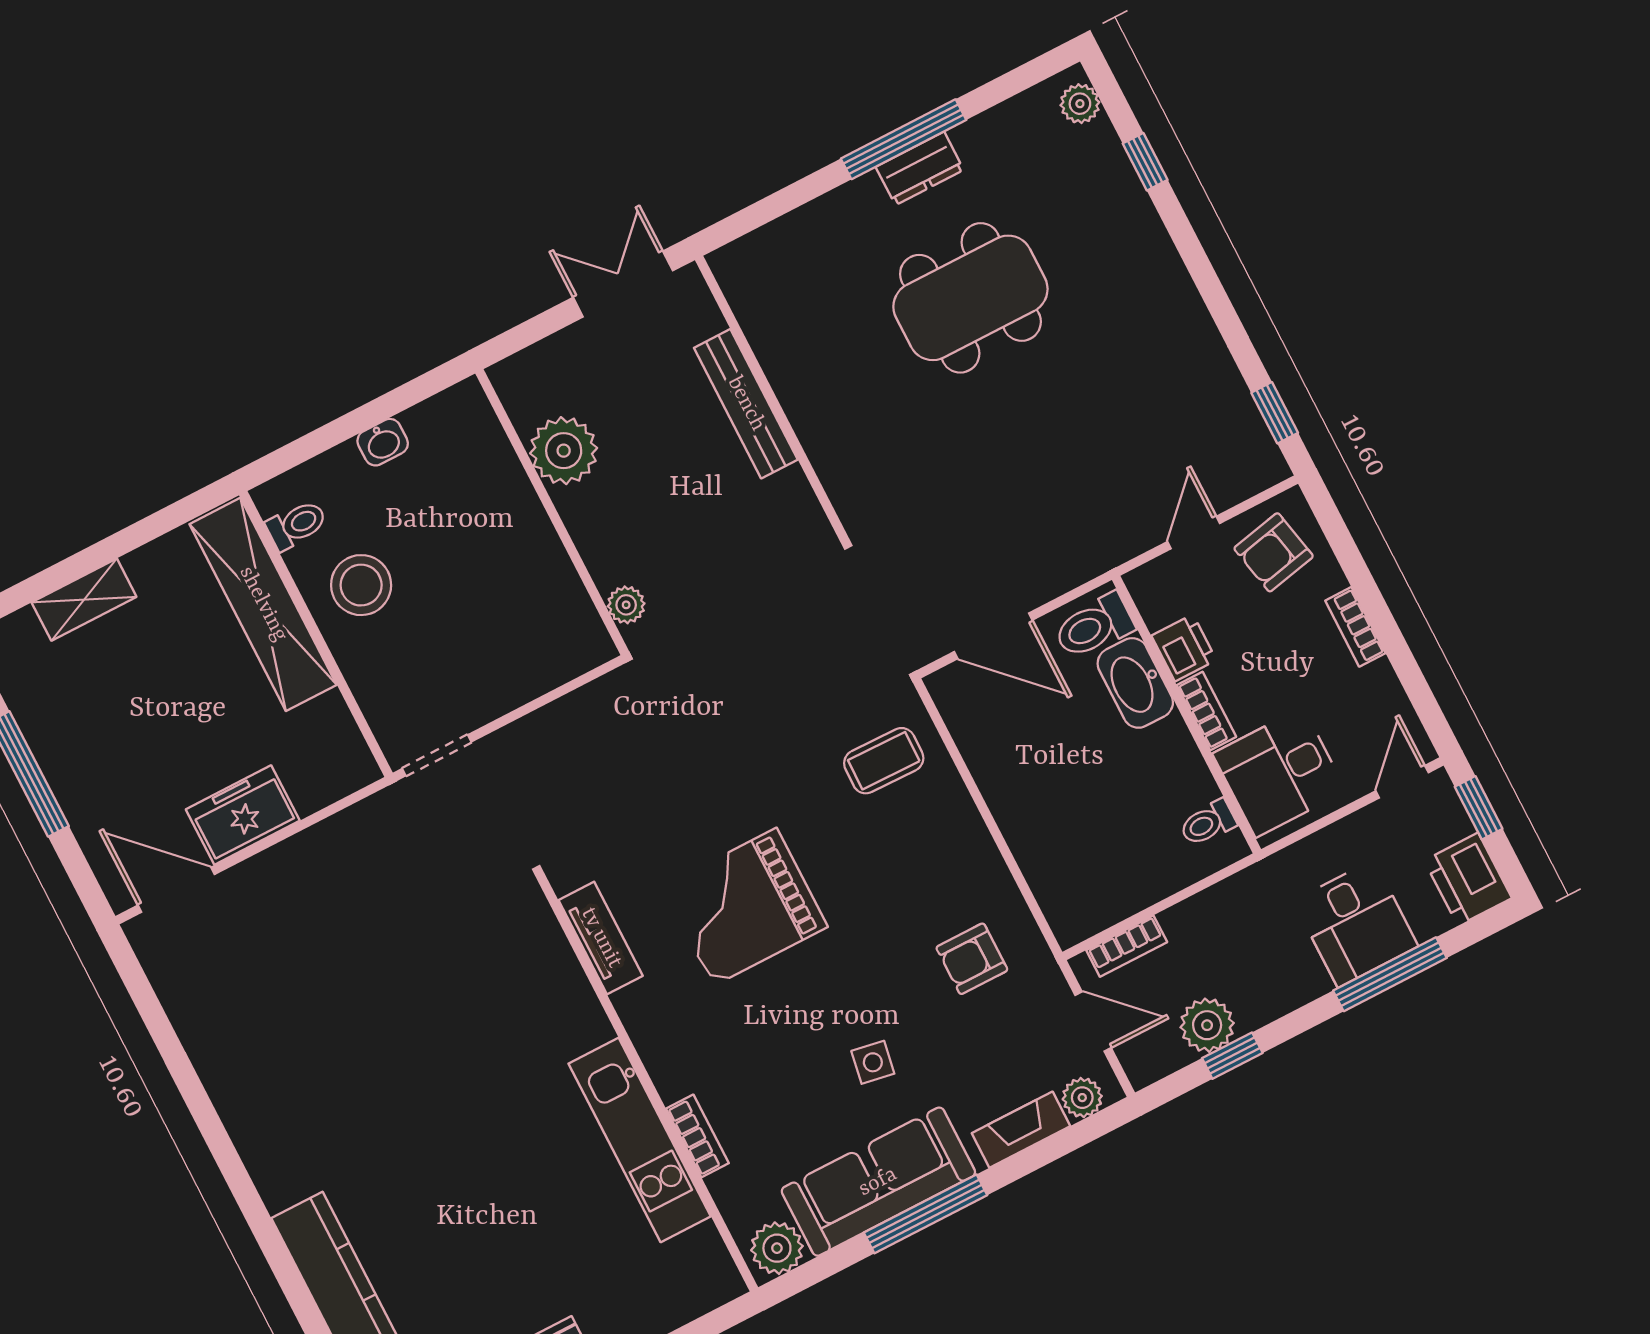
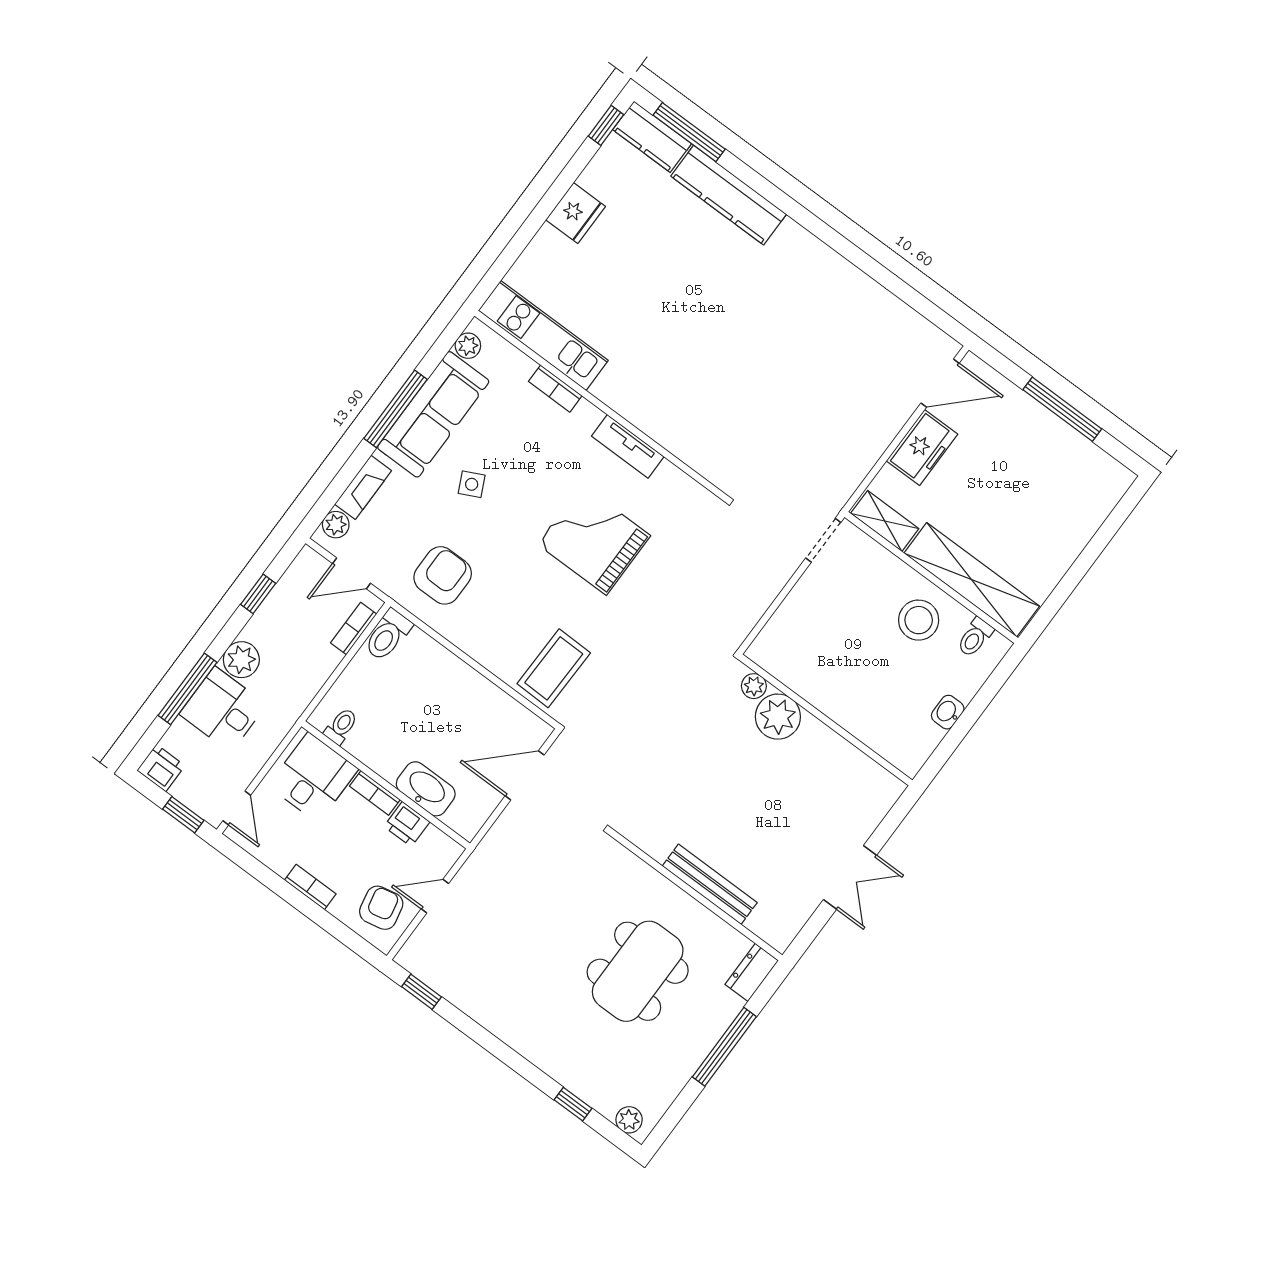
dresser: (920, 168) -> (752, 972), moved
wall: (772, 399) -> (696, 895), moved
bench: (746, 404) -> (710, 884), moved
plant: (564, 451) -> (778, 717), moved
door: (1194, 533) -> (435, 896), swing flipped
shelving: (84, 600) -> (885, 521), moved, turned 90
toilet: (1094, 626) -> (388, 635), moved, turned 180
coffee table: (884, 761) -> (554, 668), width x1.36, depth x1.30
printer: (1468, 879) -> (161, 768), width x0.73, depth x0.81
grand piano: (745, 907) -> (594, 540), turned -90
tv unit: (601, 938) -> (628, 446), moved
armchair: (972, 959) -> (443, 575), width x1.38, depth x1.38
plant: (1207, 1025) -> (241, 660), moved
side table: (873, 1062) -> (472, 484), turned -36
kitchen unit: (640, 1140) -> (543, 336), moved
plant: (777, 1248) -> (468, 346), width x0.73, depth x0.73

